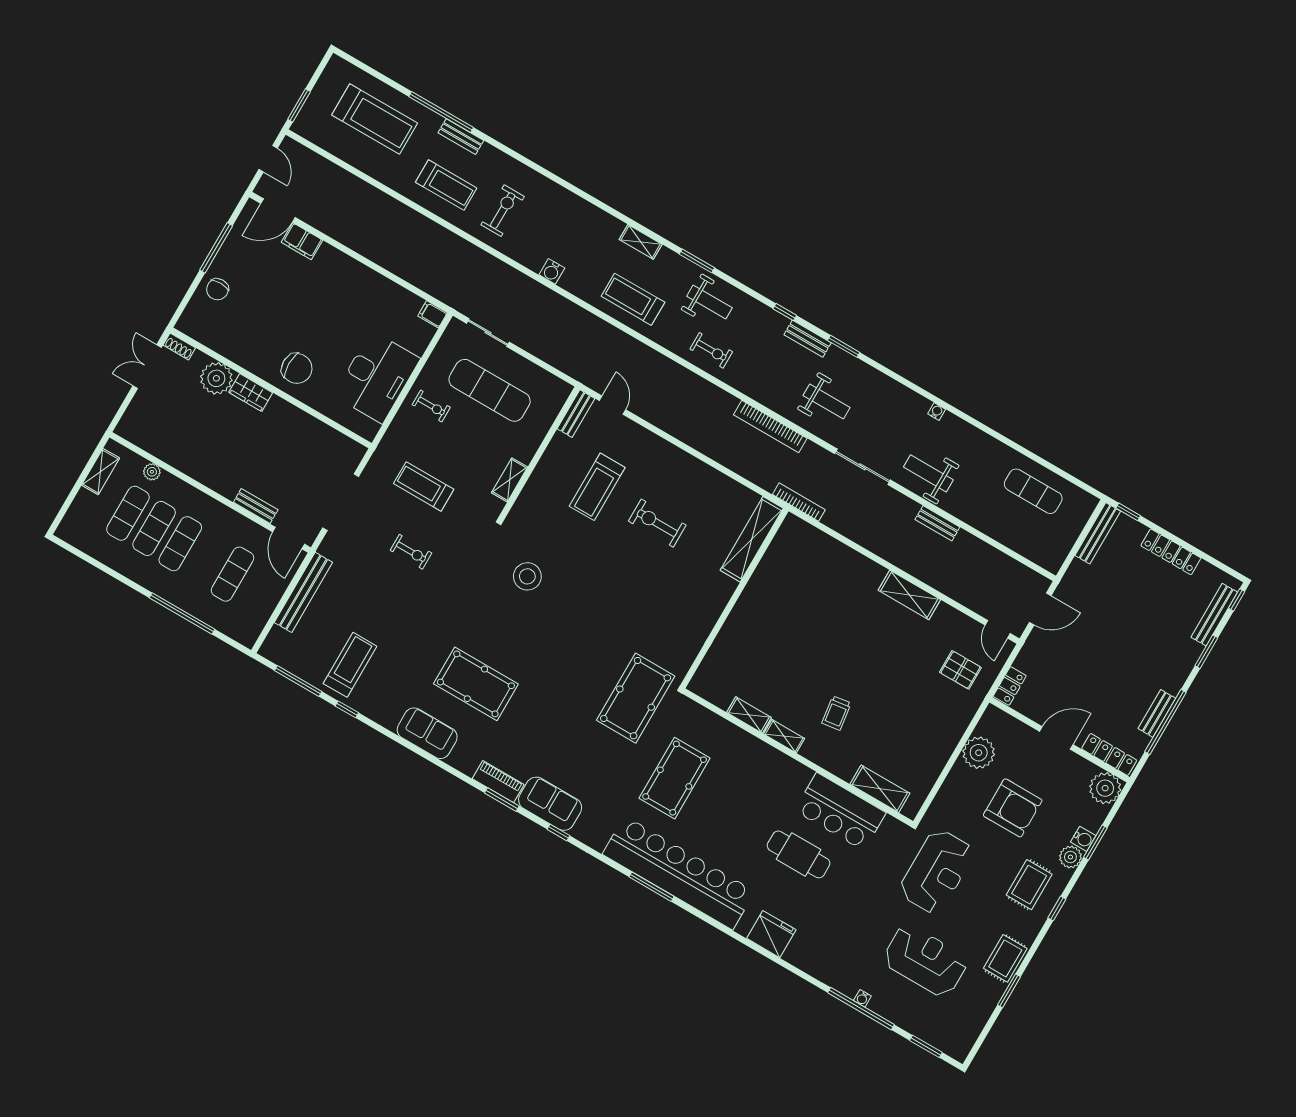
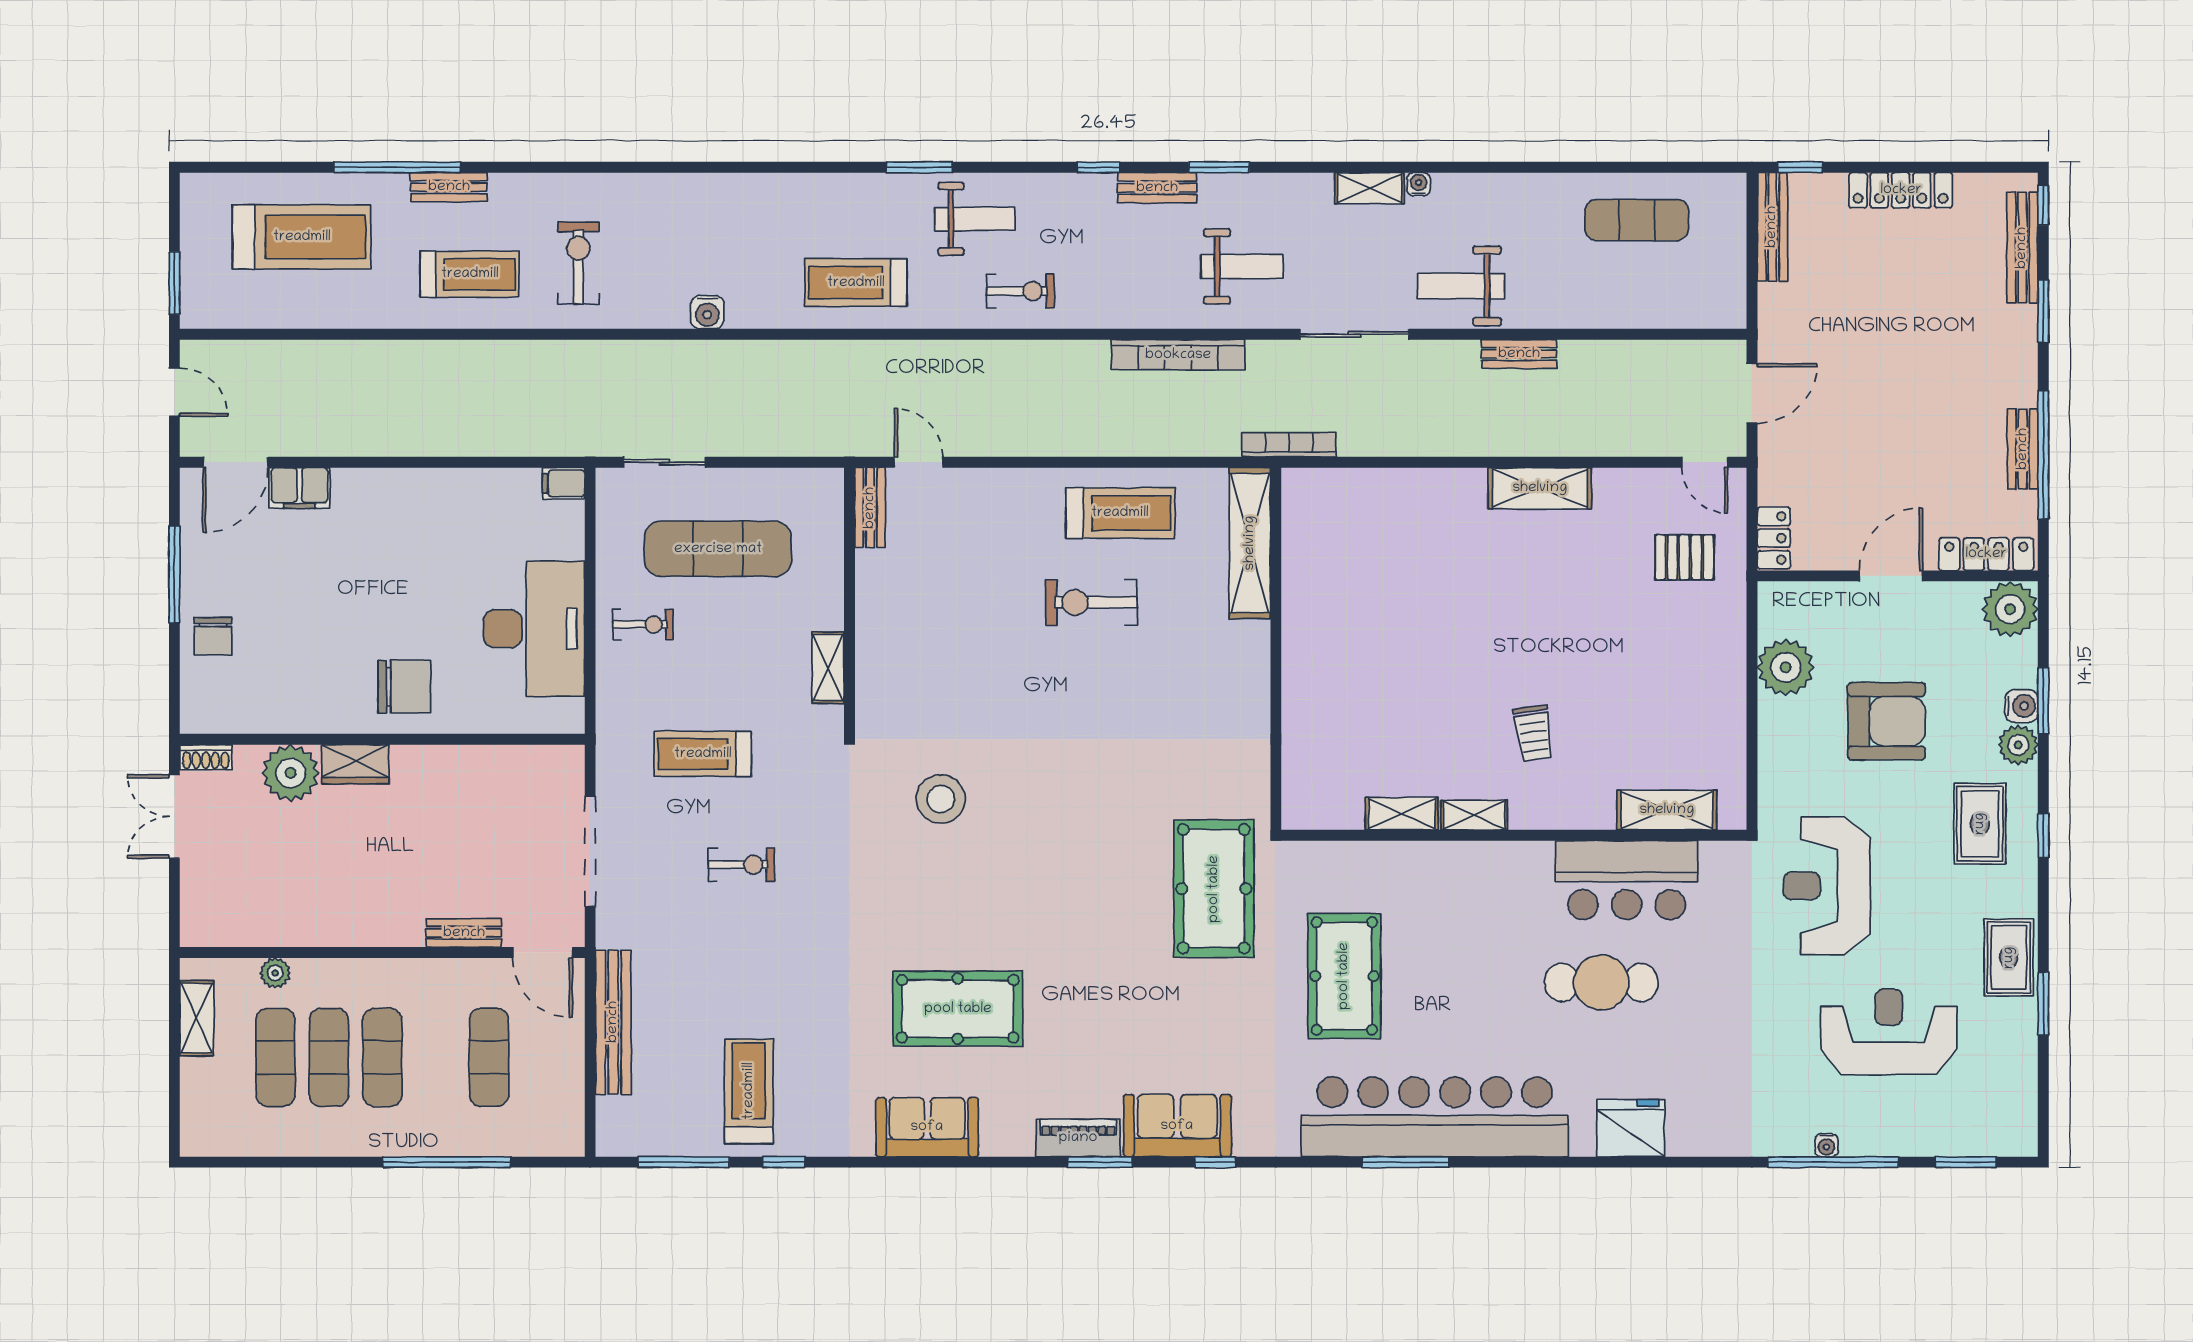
shelving: (641, 242) -> (1369, 188), moved
treadmill: (597, 487) -> (1120, 513), moved, turned -90
reception desk: (937, 871) -> (1827, 886), turned 180

